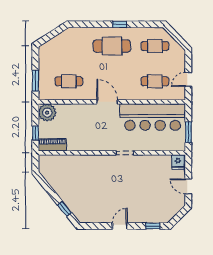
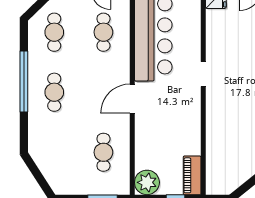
window: (120, 24) -> (24, 81), width x3.17
cafe table: (112, 46) -> (54, 92), width x0.73, depth x0.74

